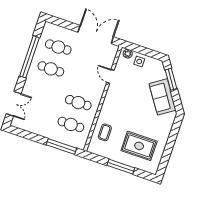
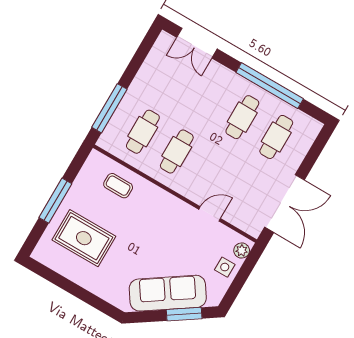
sofa: (162, 97) -> (168, 293), width x1.36
rug: (139, 146) -> (84, 238), turned 90

